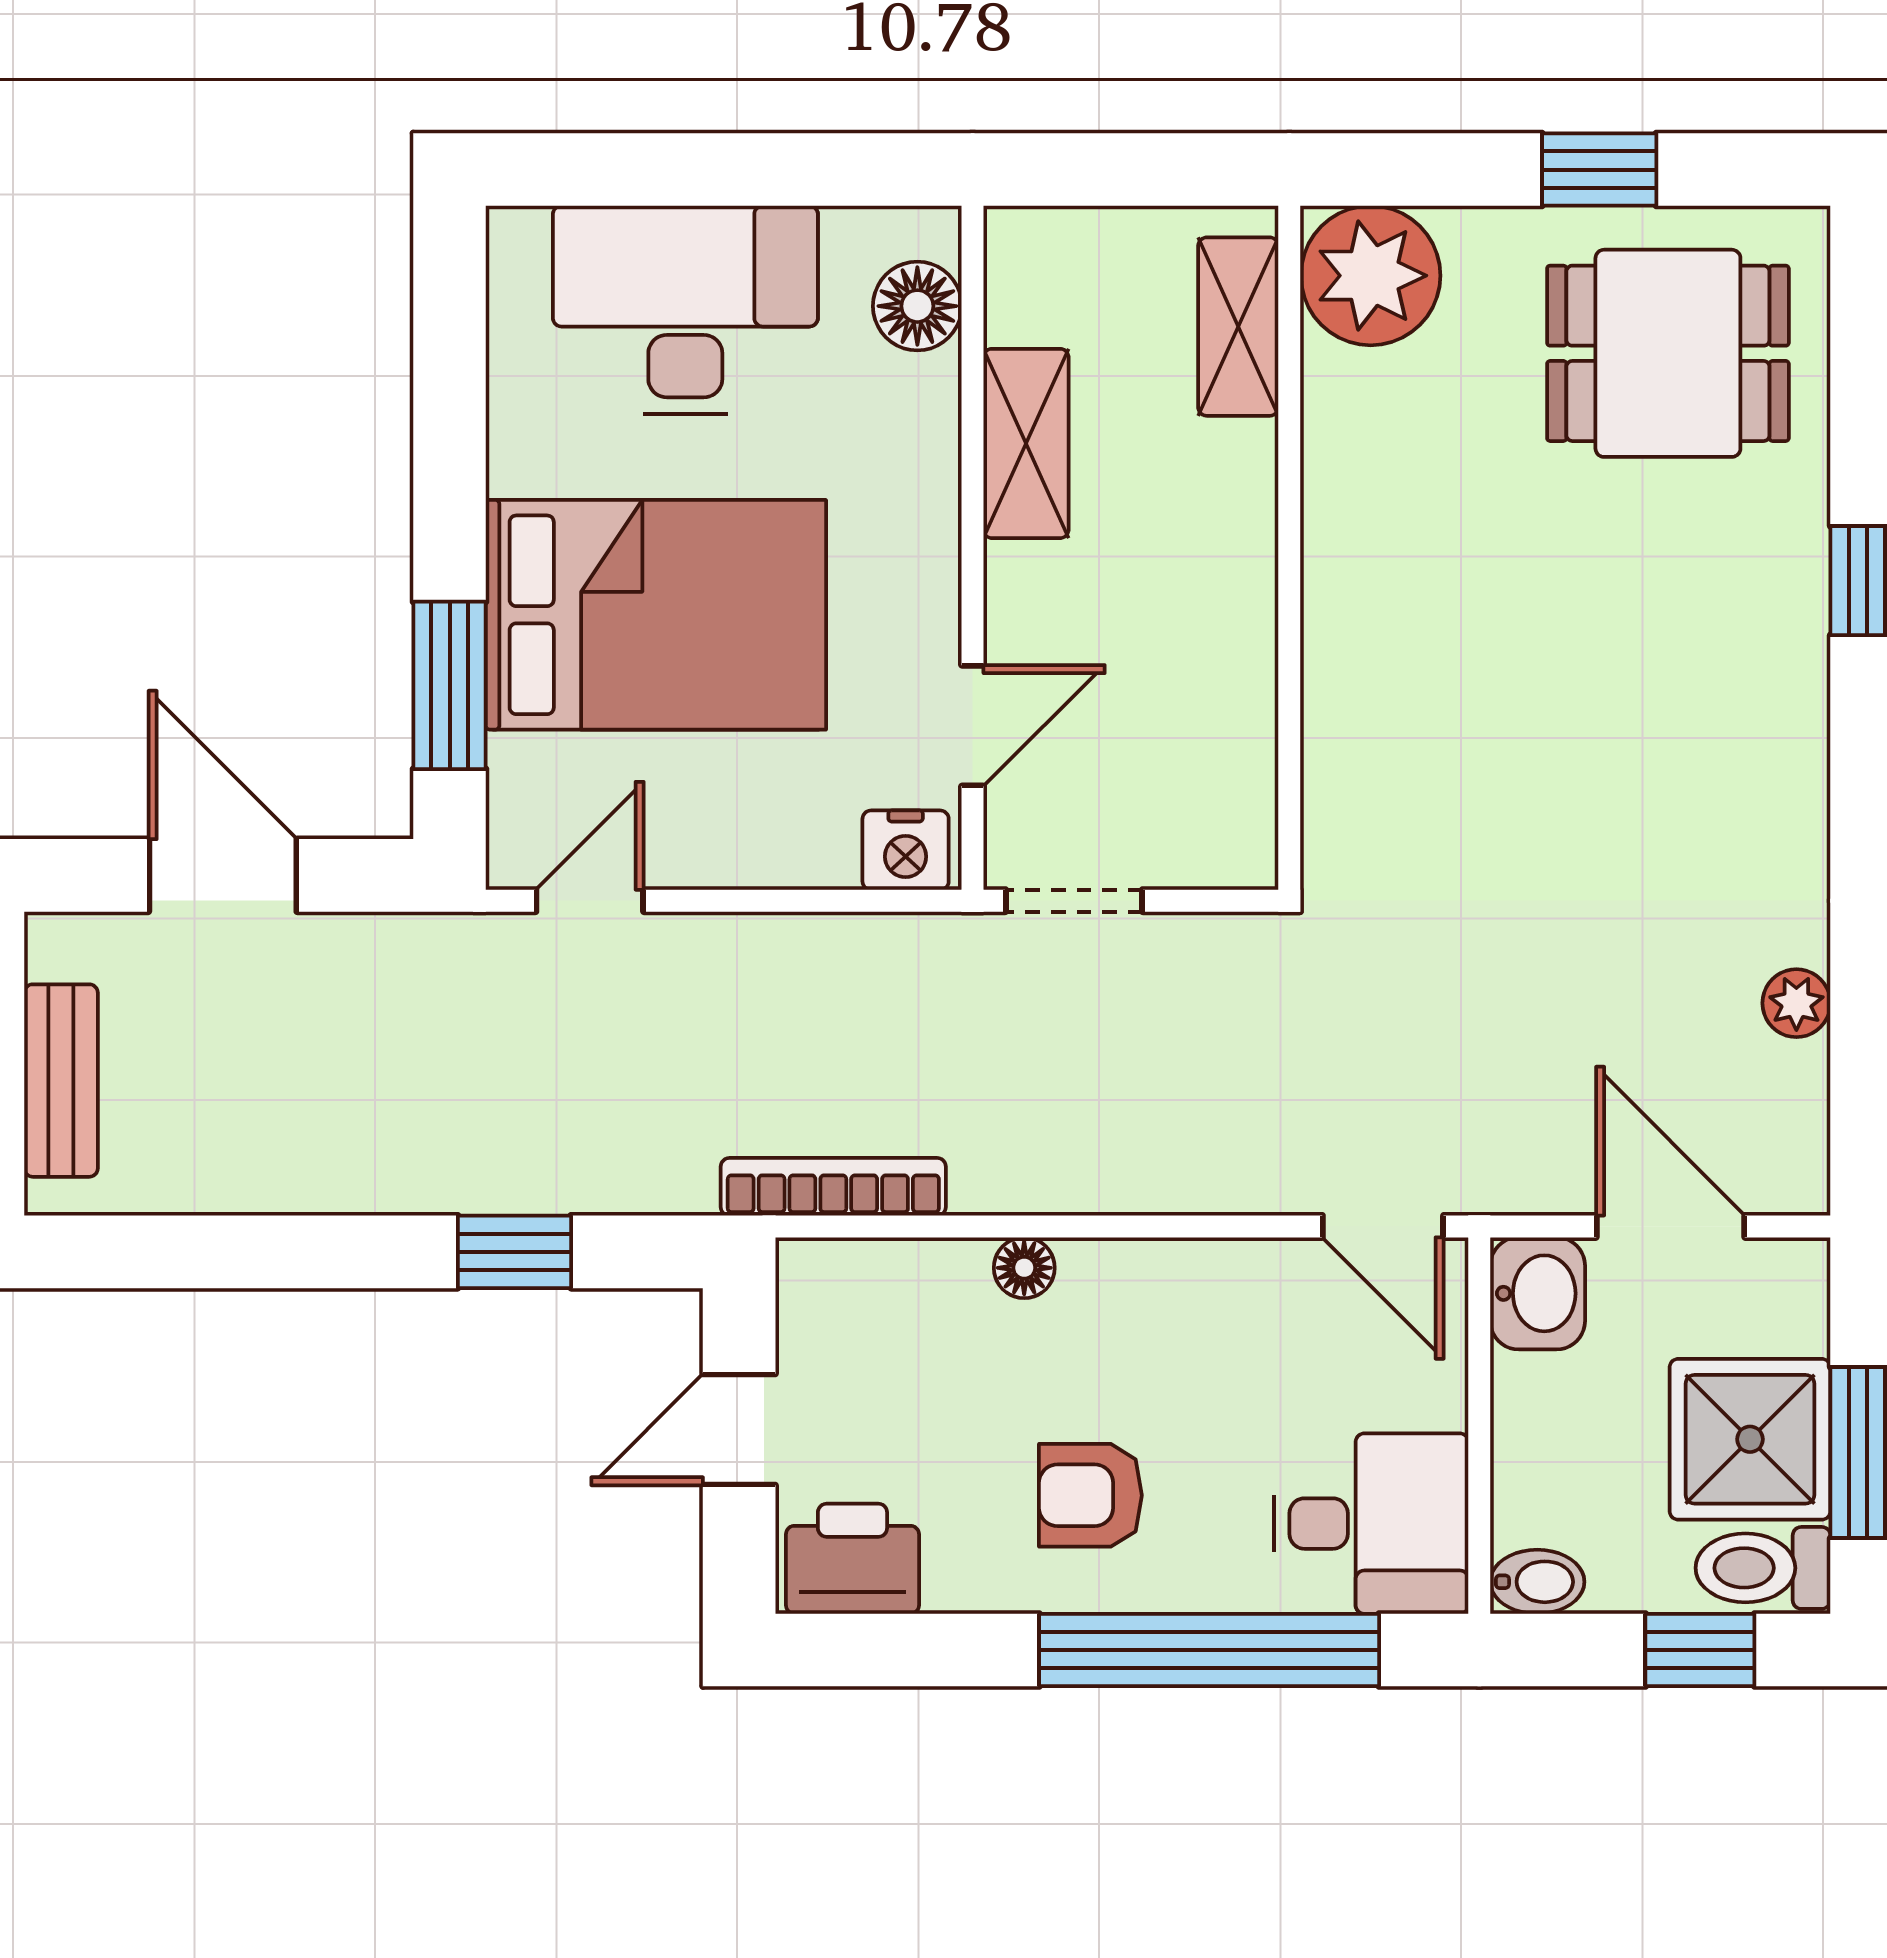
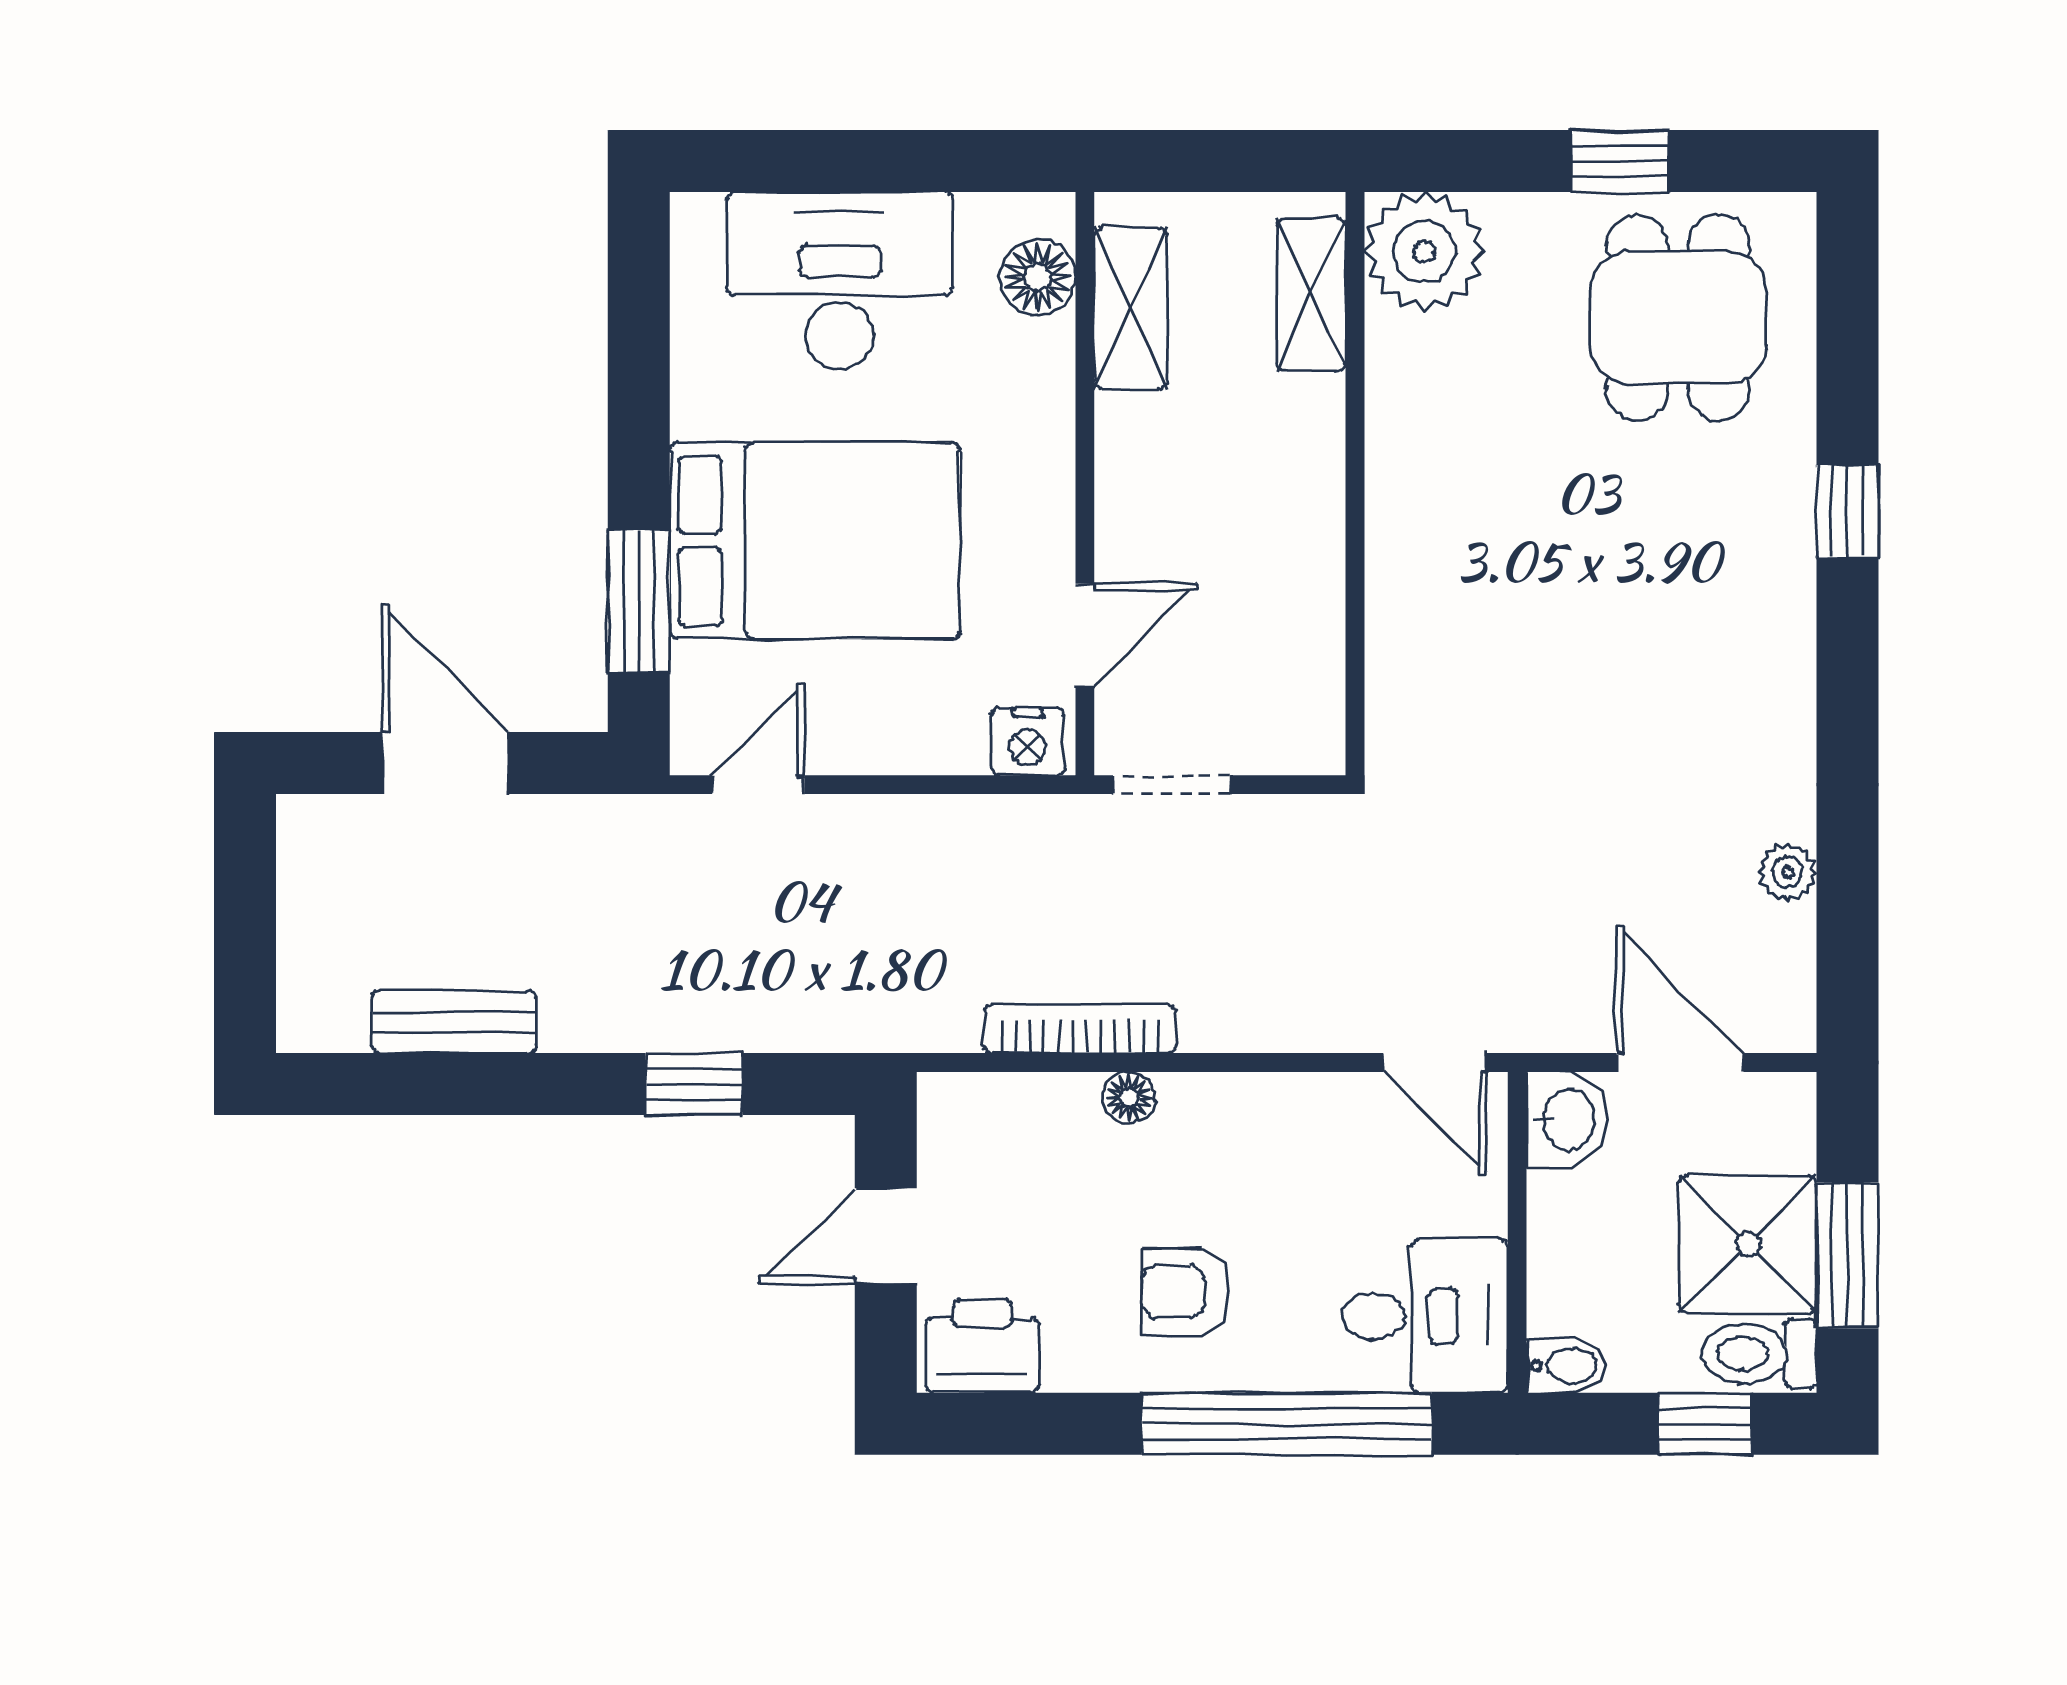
dining table: (1668, 353) -> (1678, 318), turned 90
shelving: (1026, 443) -> (1130, 308), moved
bench: (61, 1081) -> (454, 1022), moved, turned 90
bookcase: (833, 1187) -> (1080, 1029), moved

